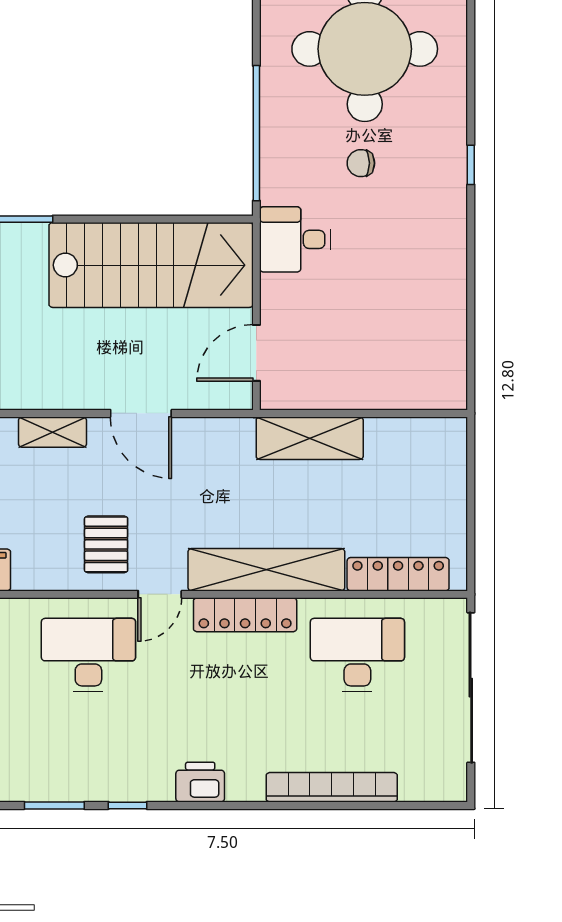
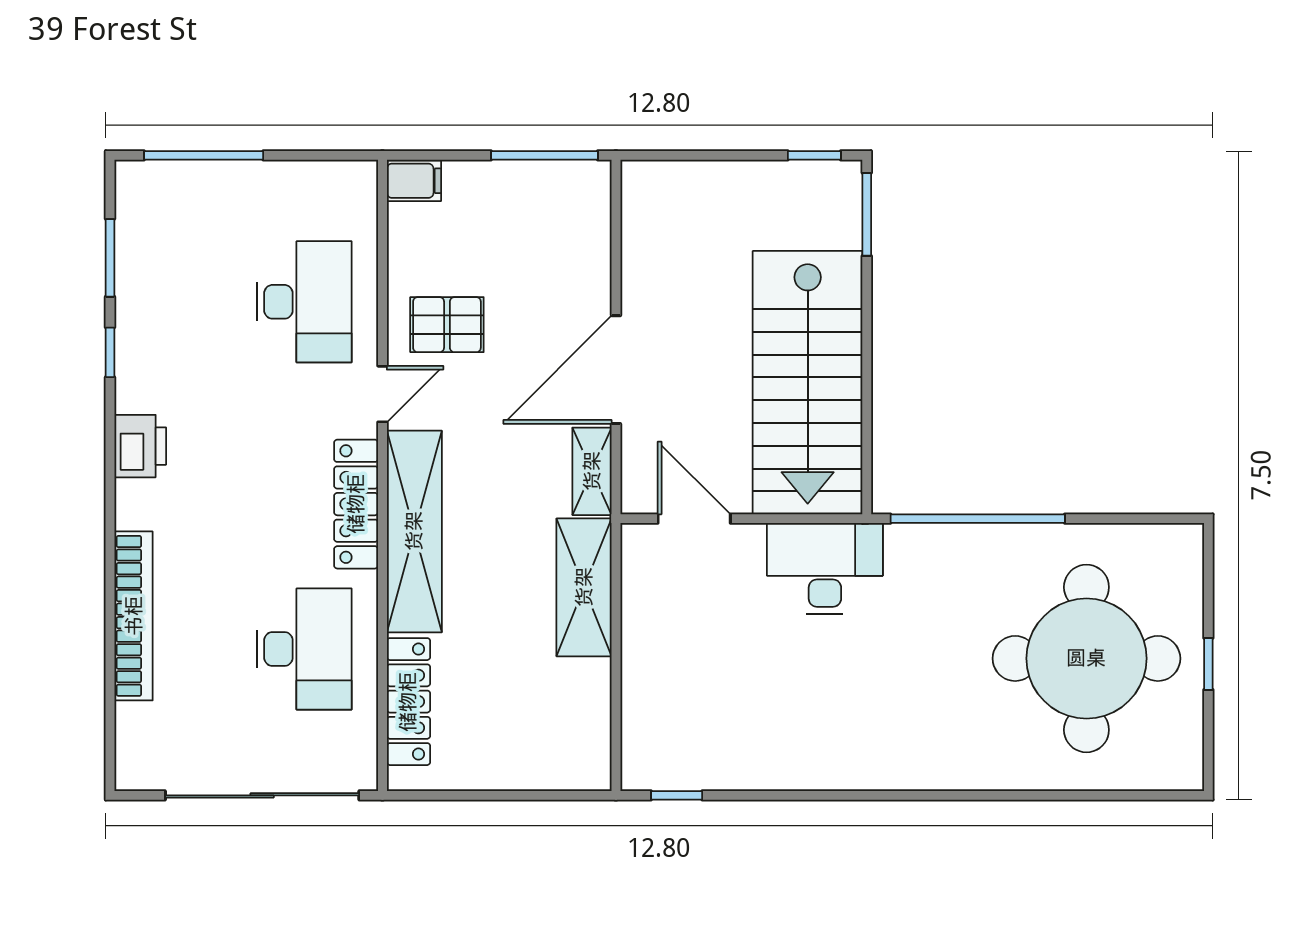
chair: (361, 163) -> (939, 653), removed
window: (471, 165) -> (677, 795), moved
desk: (295, 239) -> (825, 568), width x1.37
door: (141, 413) -> (616, 370), width x1.36
shelving: (52, 432) -> (592, 471), moved
door: (160, 594) -> (382, 394), swing flipped

